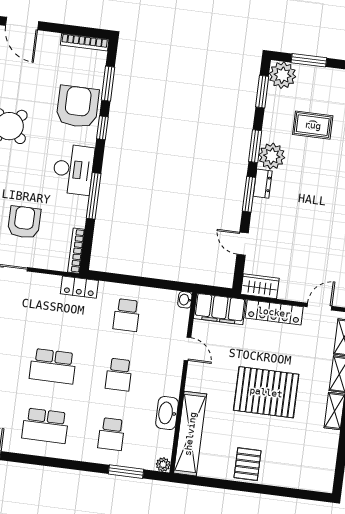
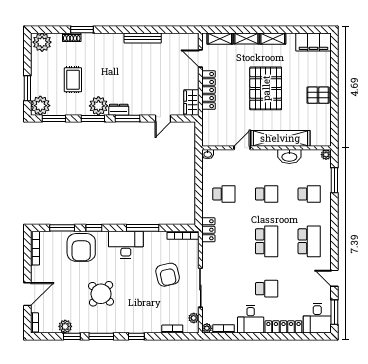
armchair: (78, 107) -> (81, 247), turned -90
armchair: (24, 222) -> (168, 275), turned -103
filing cabinet: (220, 309) -> (313, 42), moved, turned 90
shelving: (190, 434) -> (280, 138), moved

